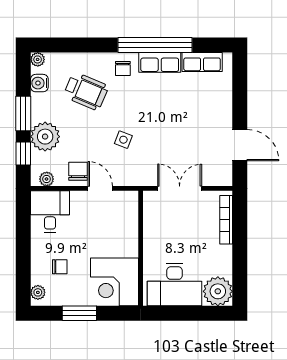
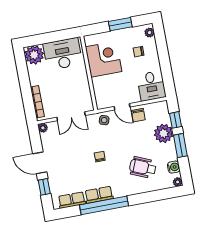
chair: (123, 68) -> (100, 157), moved
window: (240, 90) -> (44, 187), added
side table: (123, 140) -> (104, 120), moved
door: (240, 145) -> (40, 163), moved
plant: (47, 179) -> (43, 128), moved
corner desk: (115, 282) -> (104, 59), moved

